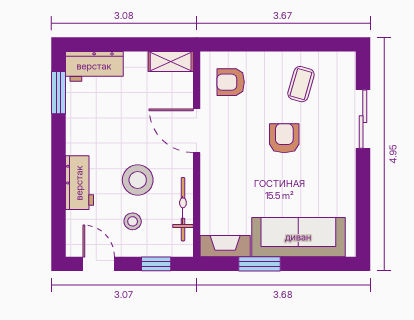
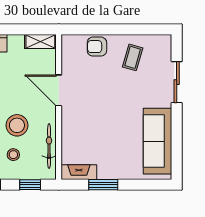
armchair: (231, 82) -> (97, 47), moved
armchair: (284, 138) -> (121, 96), removed
sofa: (298, 237) -> (157, 141), moved, turned -90

